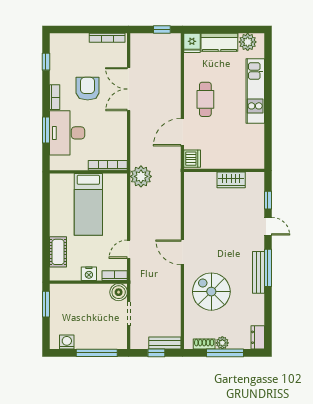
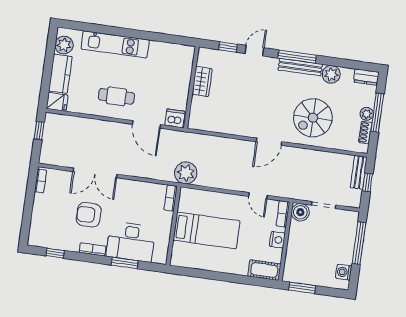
bookcase: (107, 38) -> (41, 181), width x0.64
bookcase: (108, 165) -> (171, 198), width x0.64
cot: (58, 252) -> (264, 270), moved
plant: (256, 303) -> (331, 74), added

